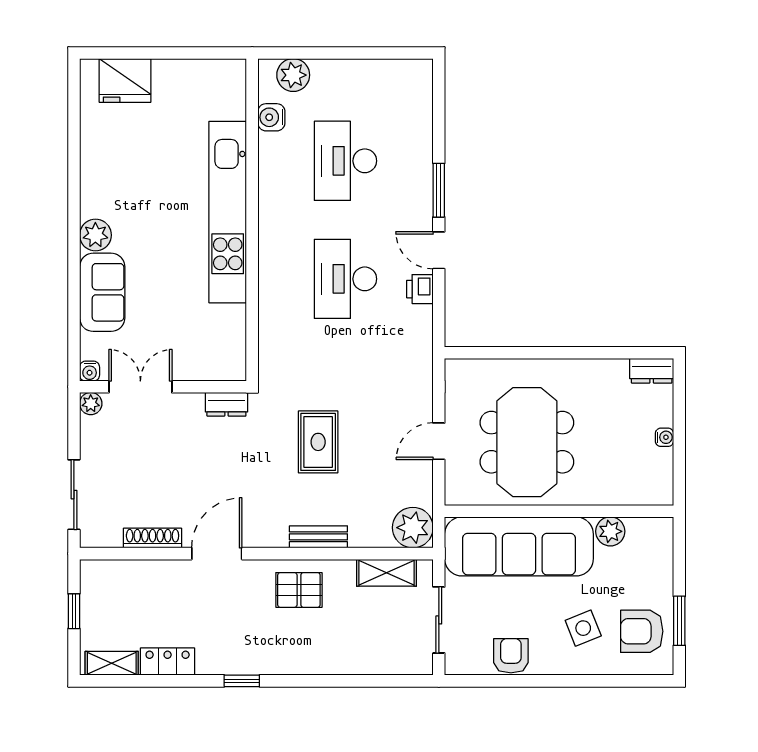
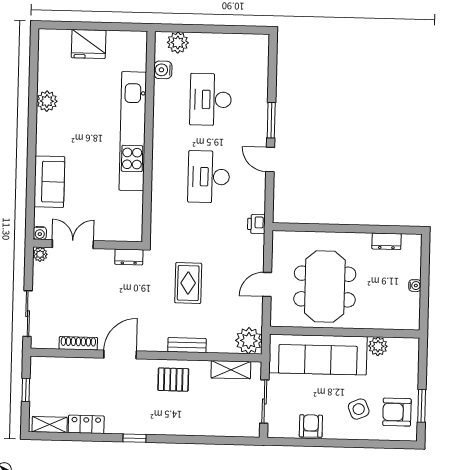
fridge: (125, 80) -> (89, 44), moved
plant: (95, 235) -> (47, 101), moved
printer: (420, 289) -> (256, 224), moved
dresser: (652, 371) -> (387, 241), moved

